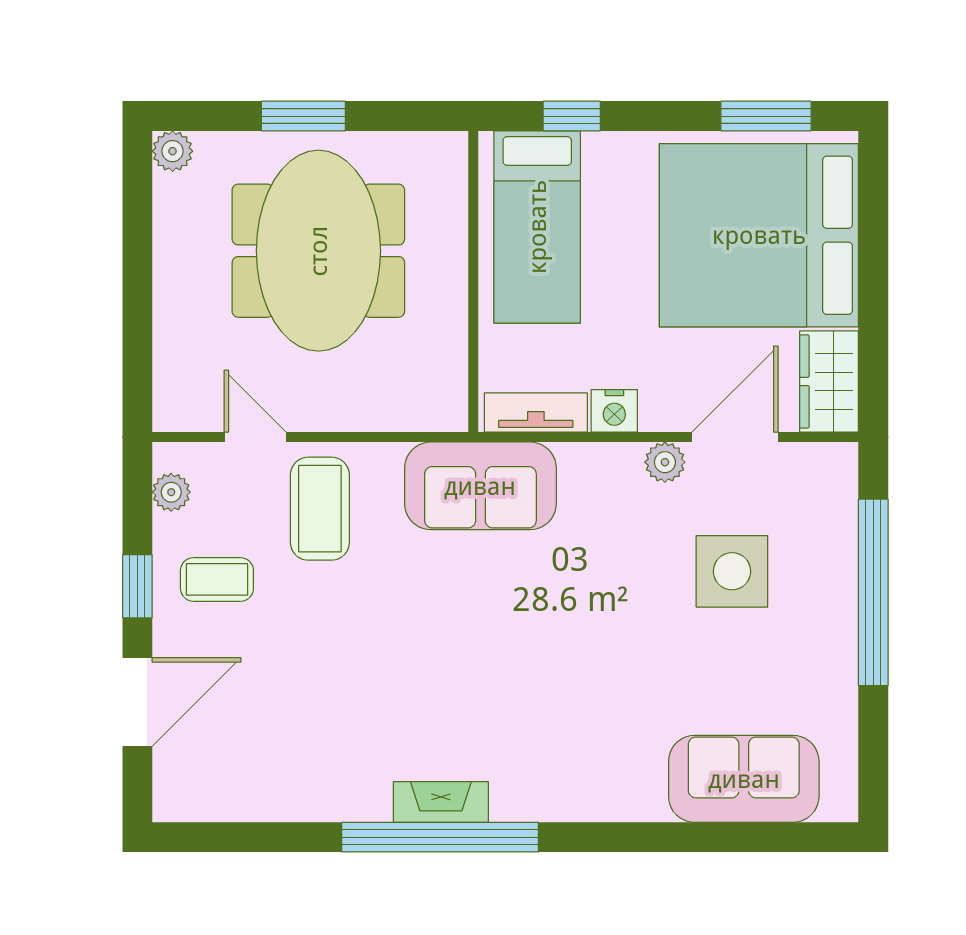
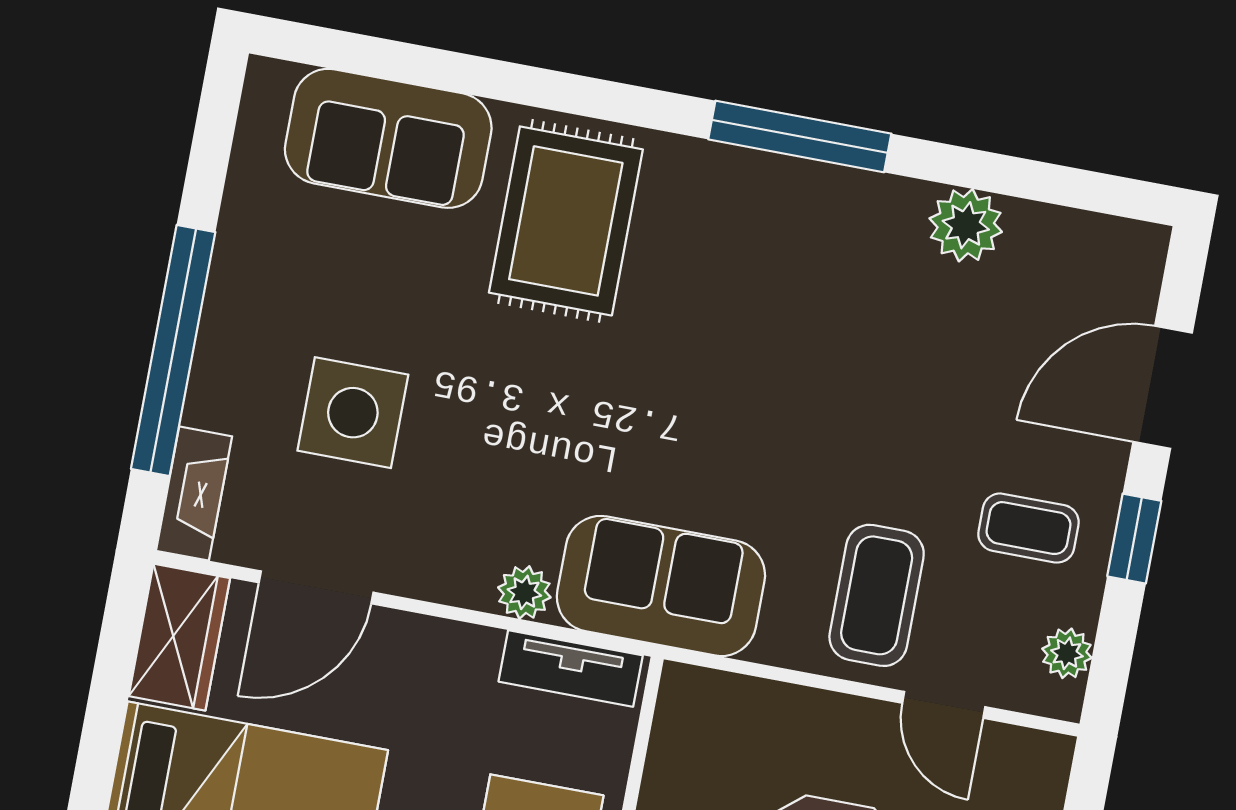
nightstand: (614, 411) -> (467, 651), removed
plant: (665, 462) -> (524, 592), moved
rug: (601, 742) -> (566, 221), added
plant: (305, 794) -> (966, 225), added
fireplace: (441, 802) -> (194, 494), moved, turned -90
window: (440, 837) -> (800, 136), width x0.68

